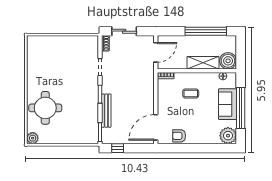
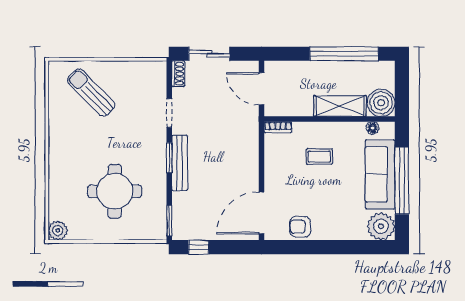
door: (156, 52) -> (262, 89), swing flipped
sun lounger: (53, 55) -> (91, 93), added
sofa: (227, 104) -> (380, 174), width x1.36
round table: (45, 108) -> (115, 191), moved
bench: (106, 111) -> (180, 163), moved

